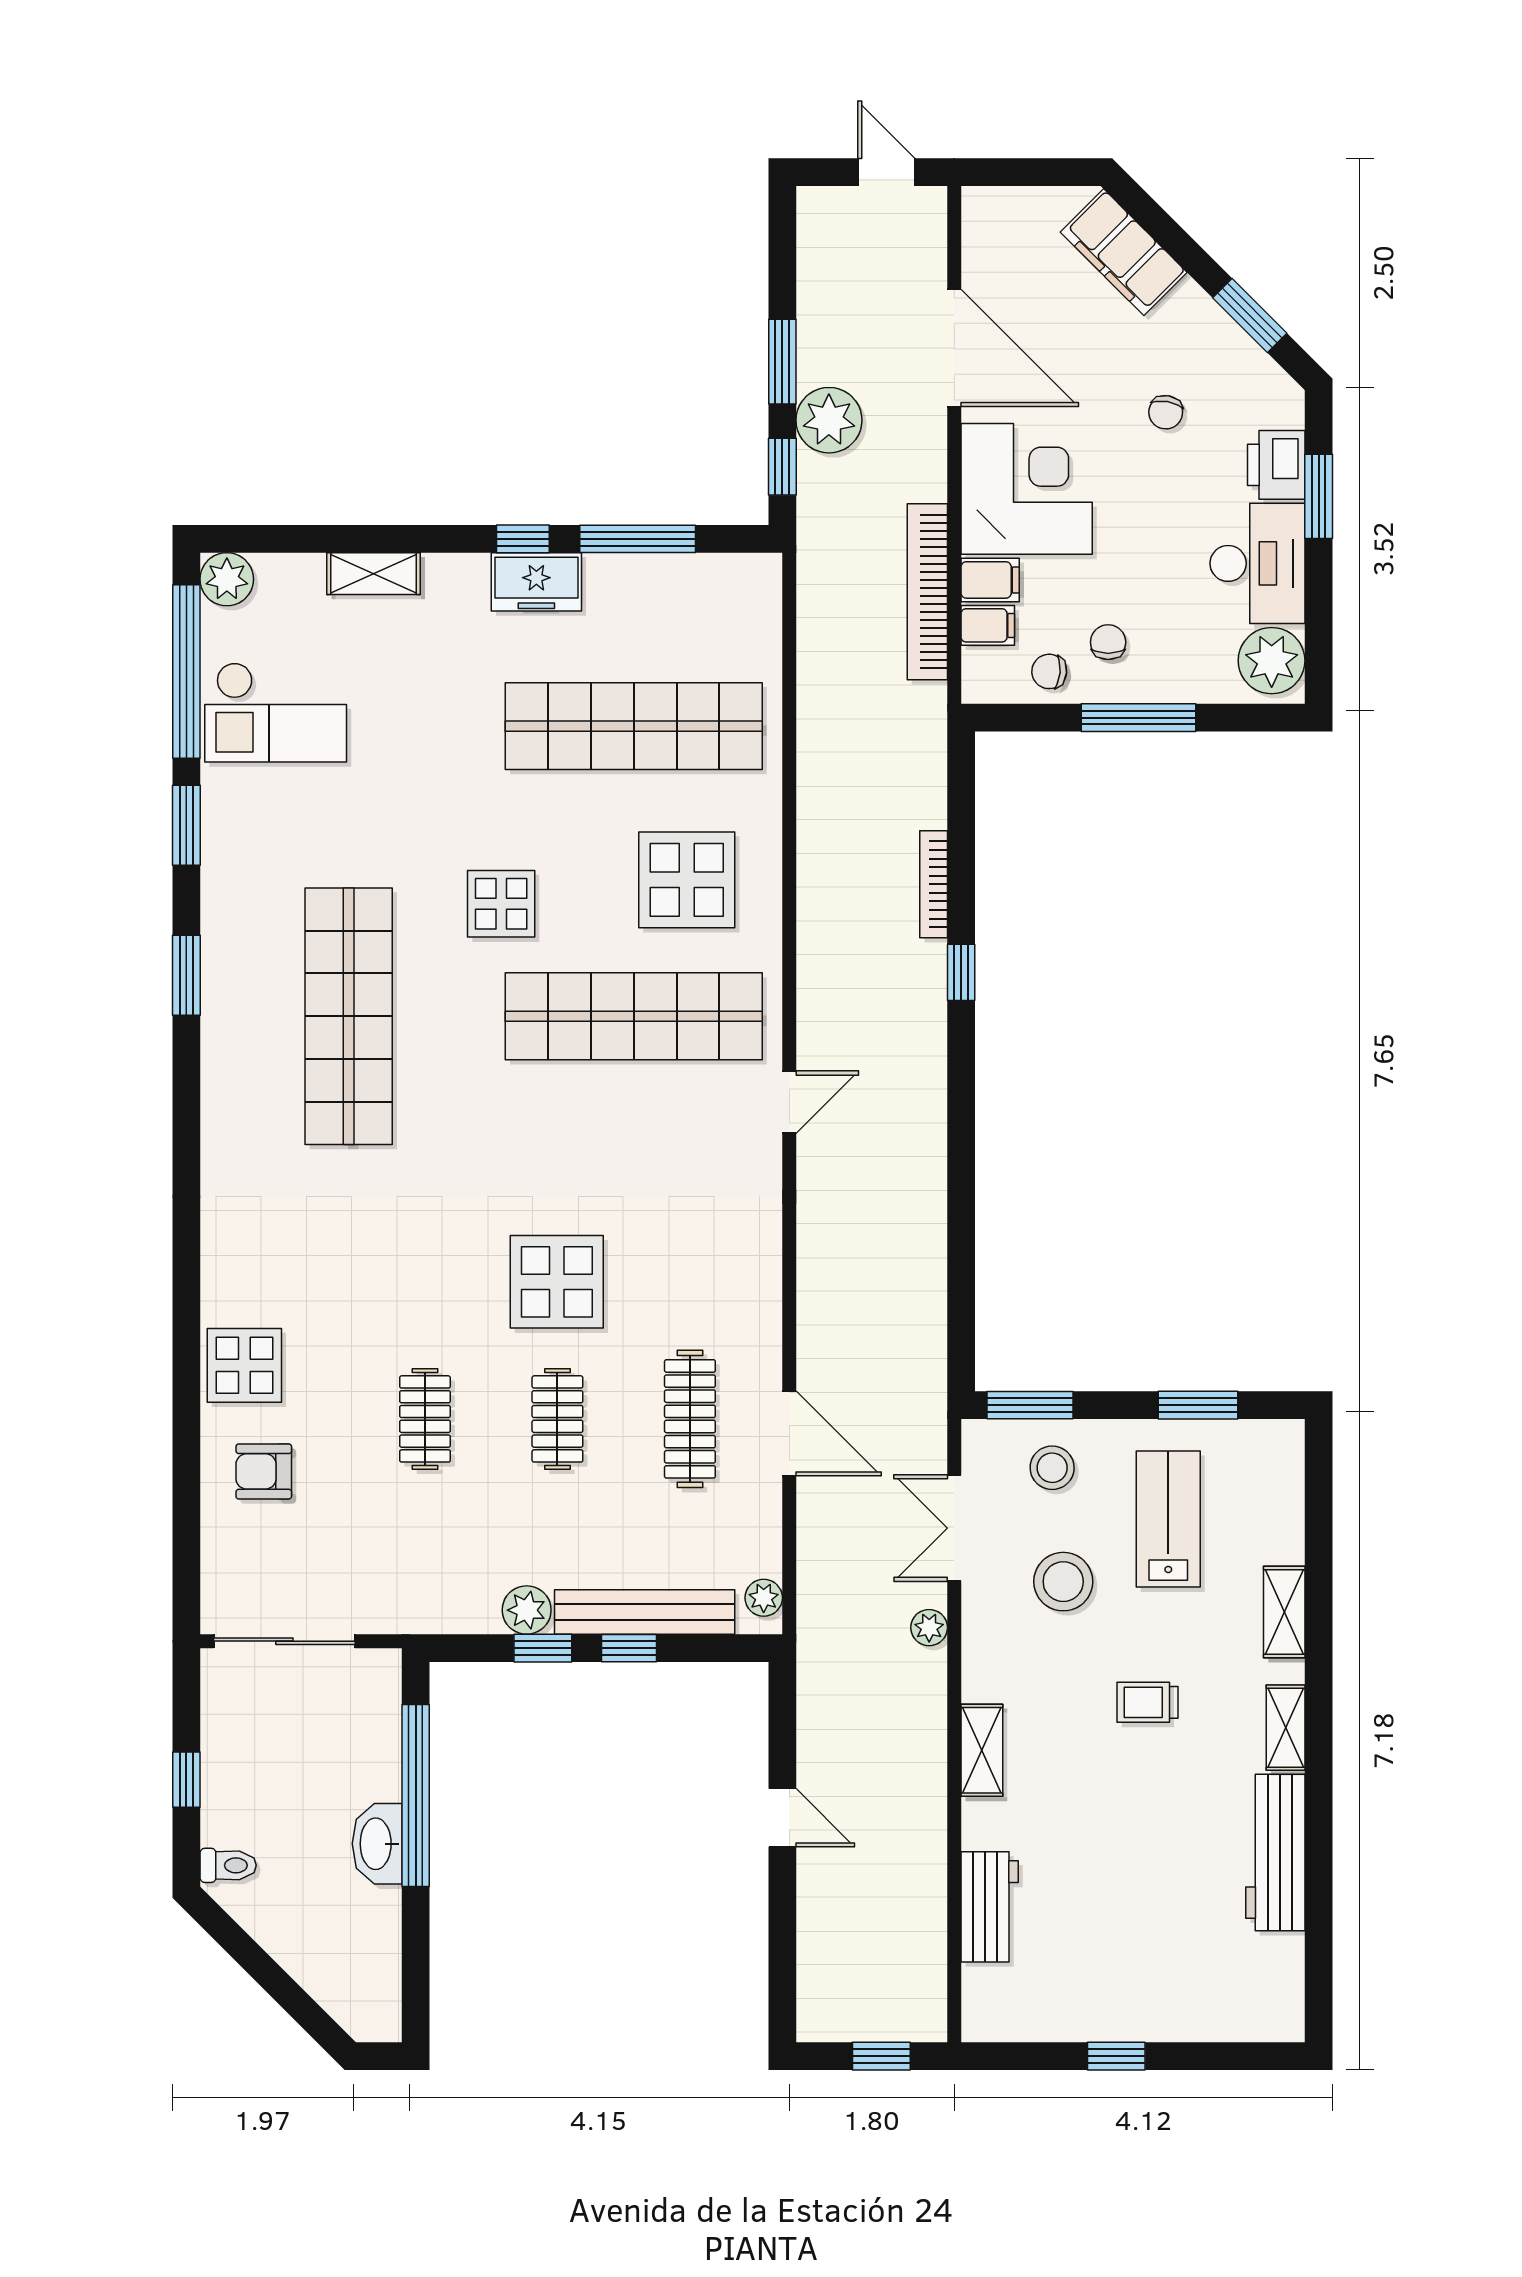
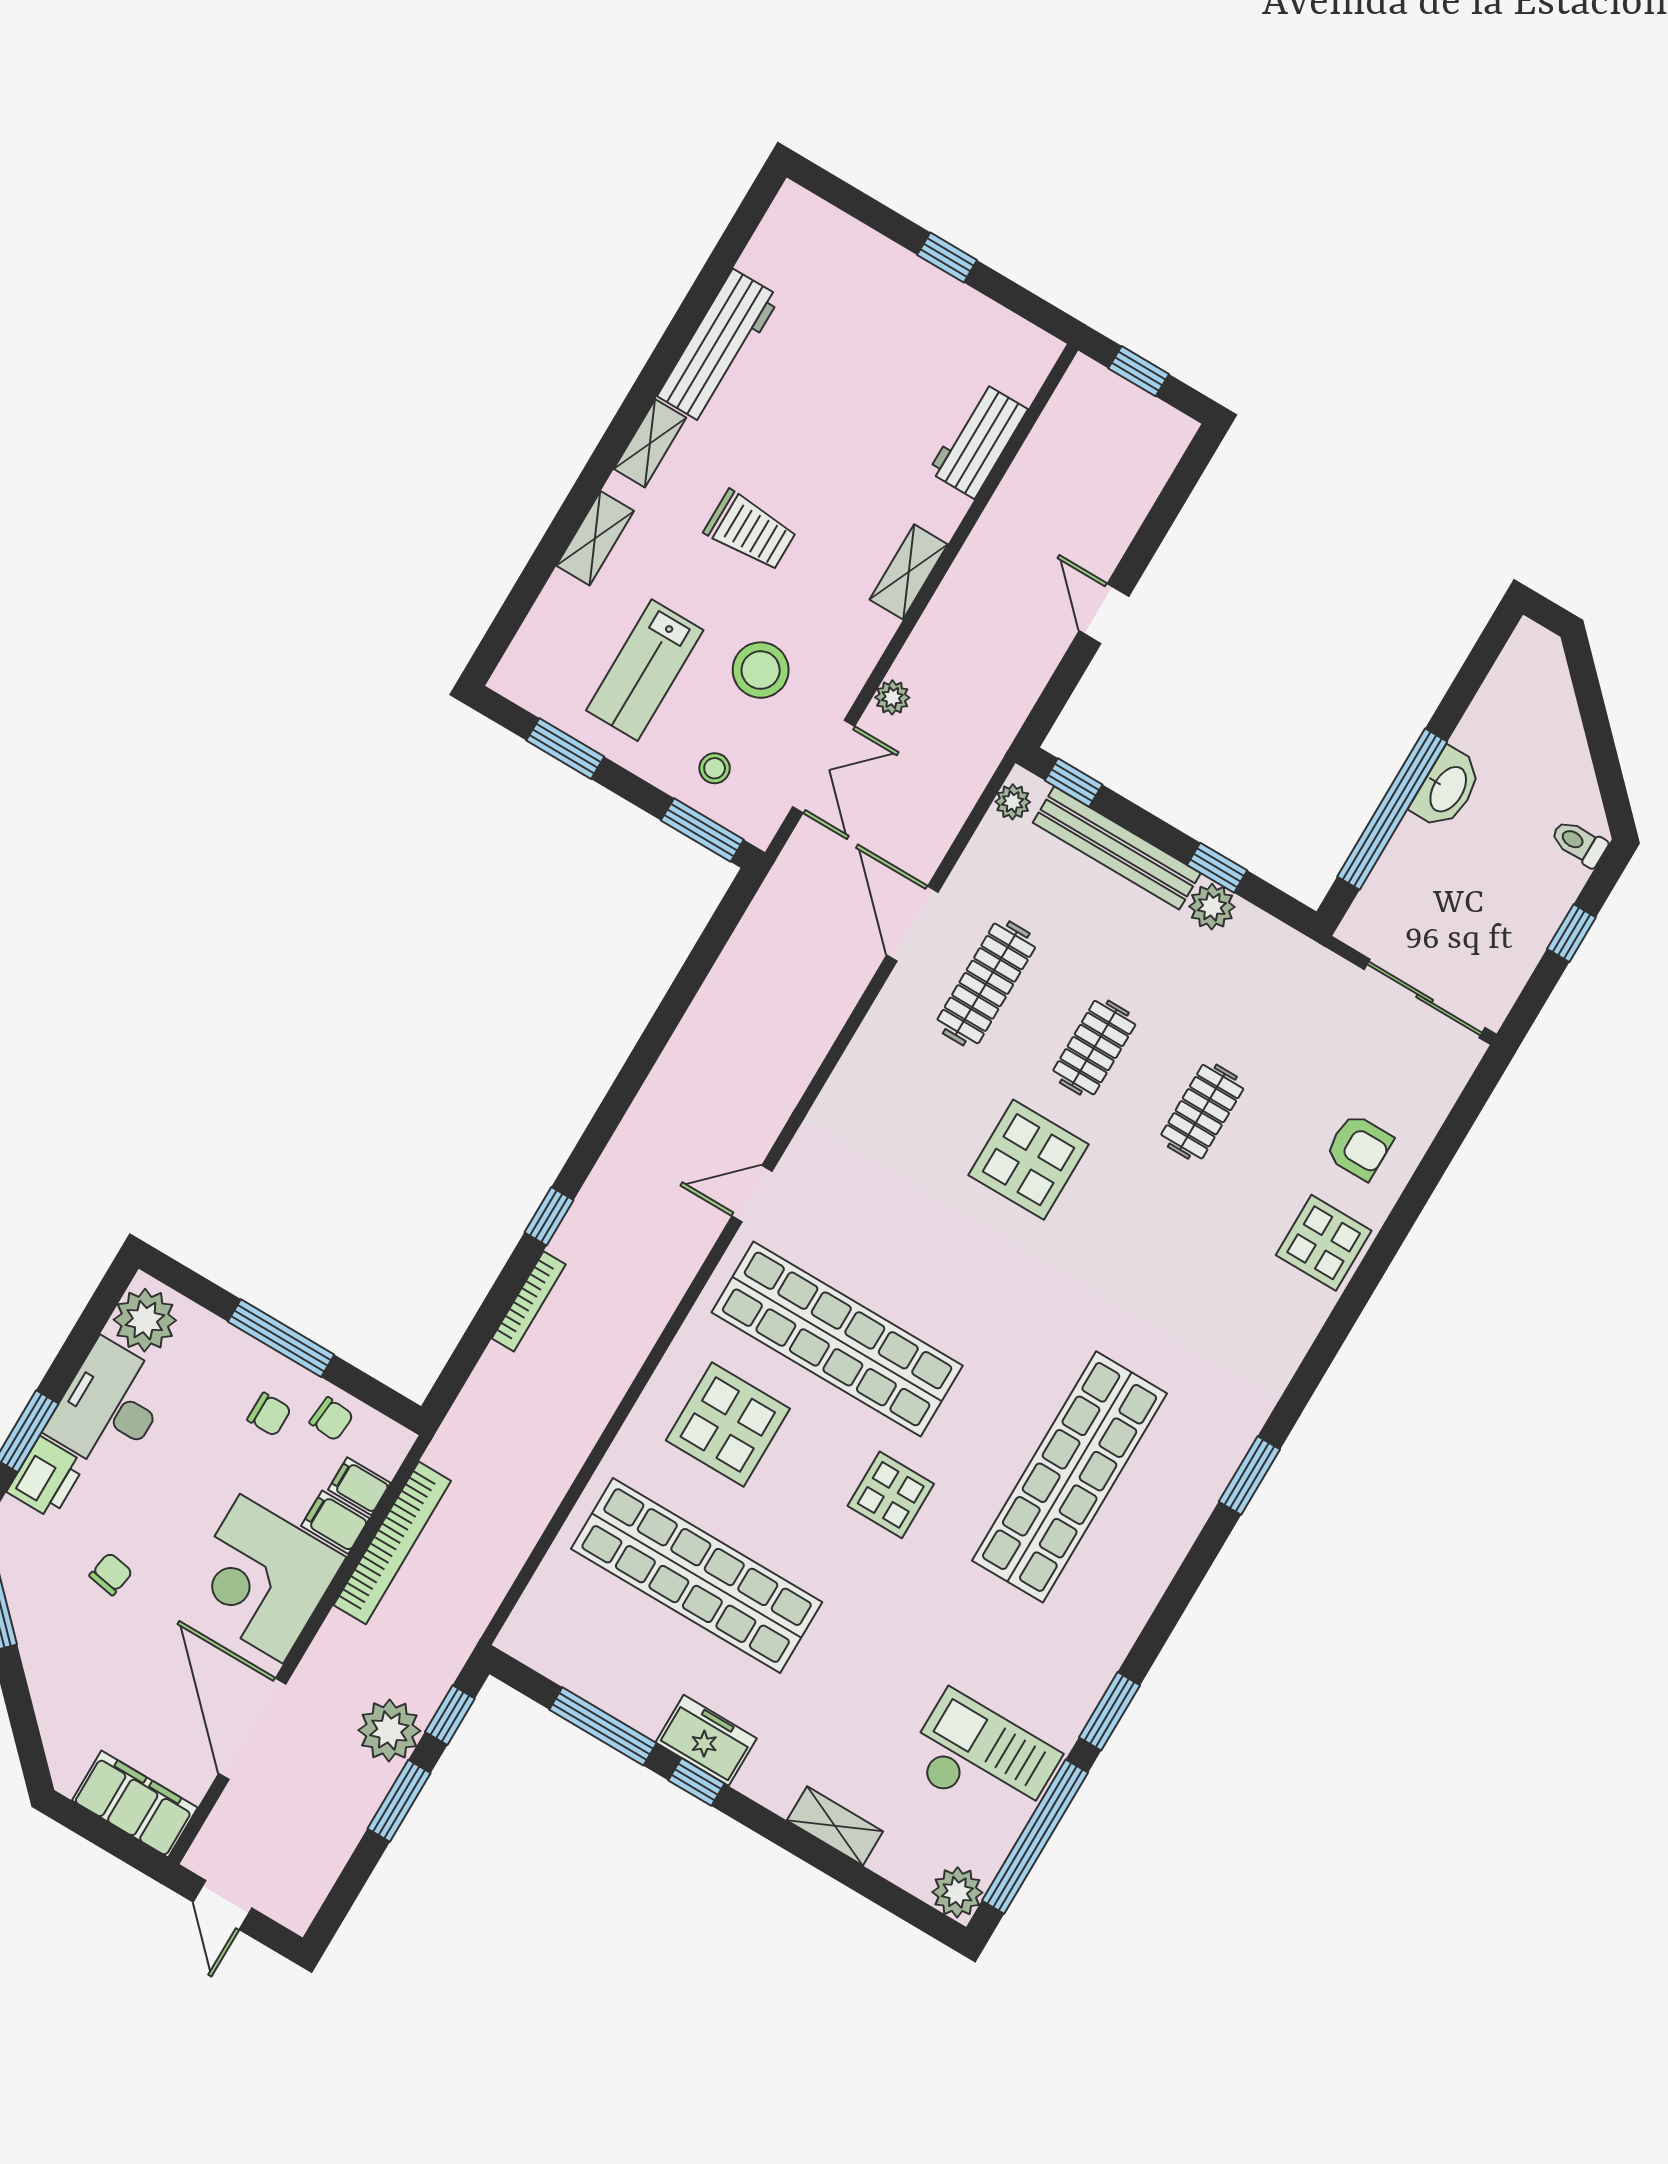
filing cabinet: (1124, 252) -> (135, 1804), moved, turned -45
chair: (1108, 642) -> (269, 1414), turned -90
window: (186, 975) -> (1249, 1476), moved
stool: (1052, 1468) -> (715, 768), width x0.73, depth x0.73
window: (629, 1648) -> (1074, 782), moved
trolley: (1148, 1702) -> (750, 531), width x1.36, depth x1.39

